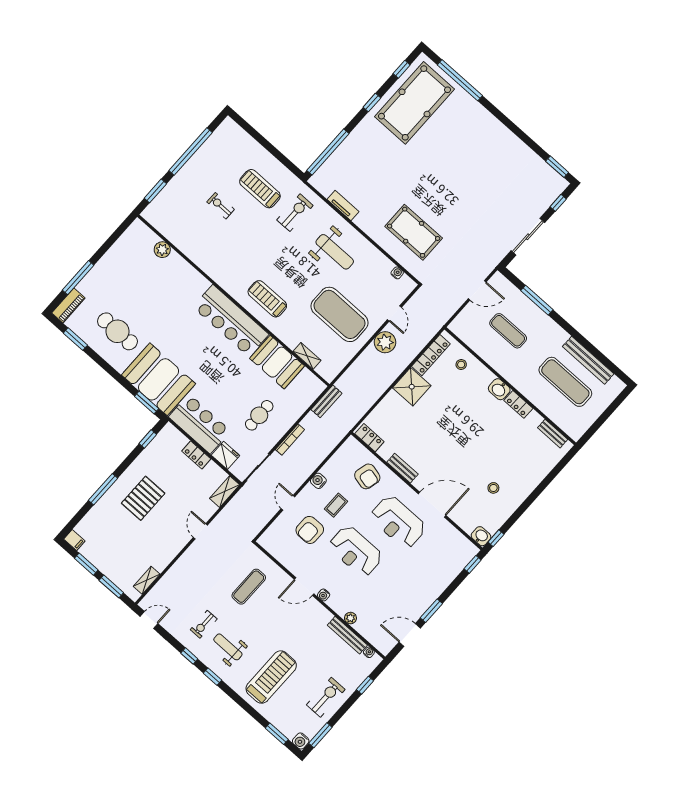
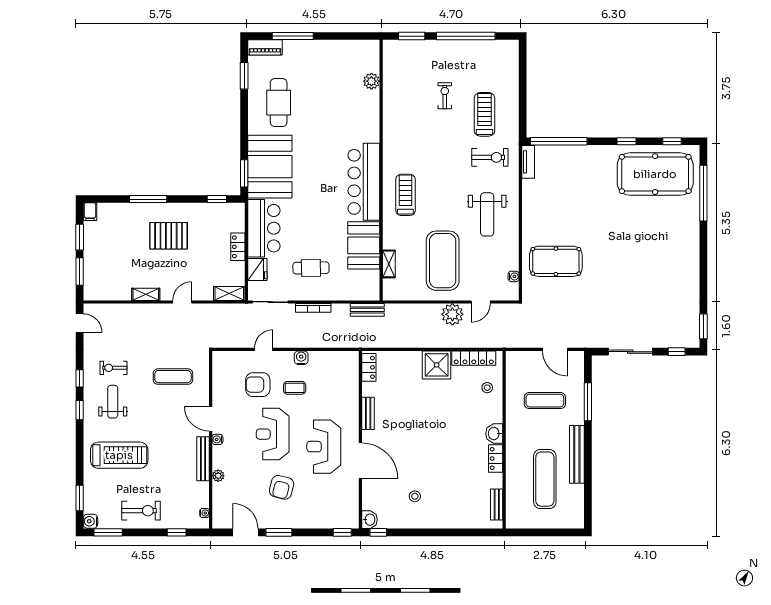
tv unit: (343, 206) -> (528, 162), moved
pool table: (414, 232) -> (556, 261), turned 90
exercise mat: (508, 331) -> (545, 401), turned 90
bench: (588, 360) -> (577, 454), moved
armchair: (367, 476) -> (282, 487), moved
shelving: (147, 580) -> (146, 294), moved
bench: (347, 635) -> (203, 459), moved

